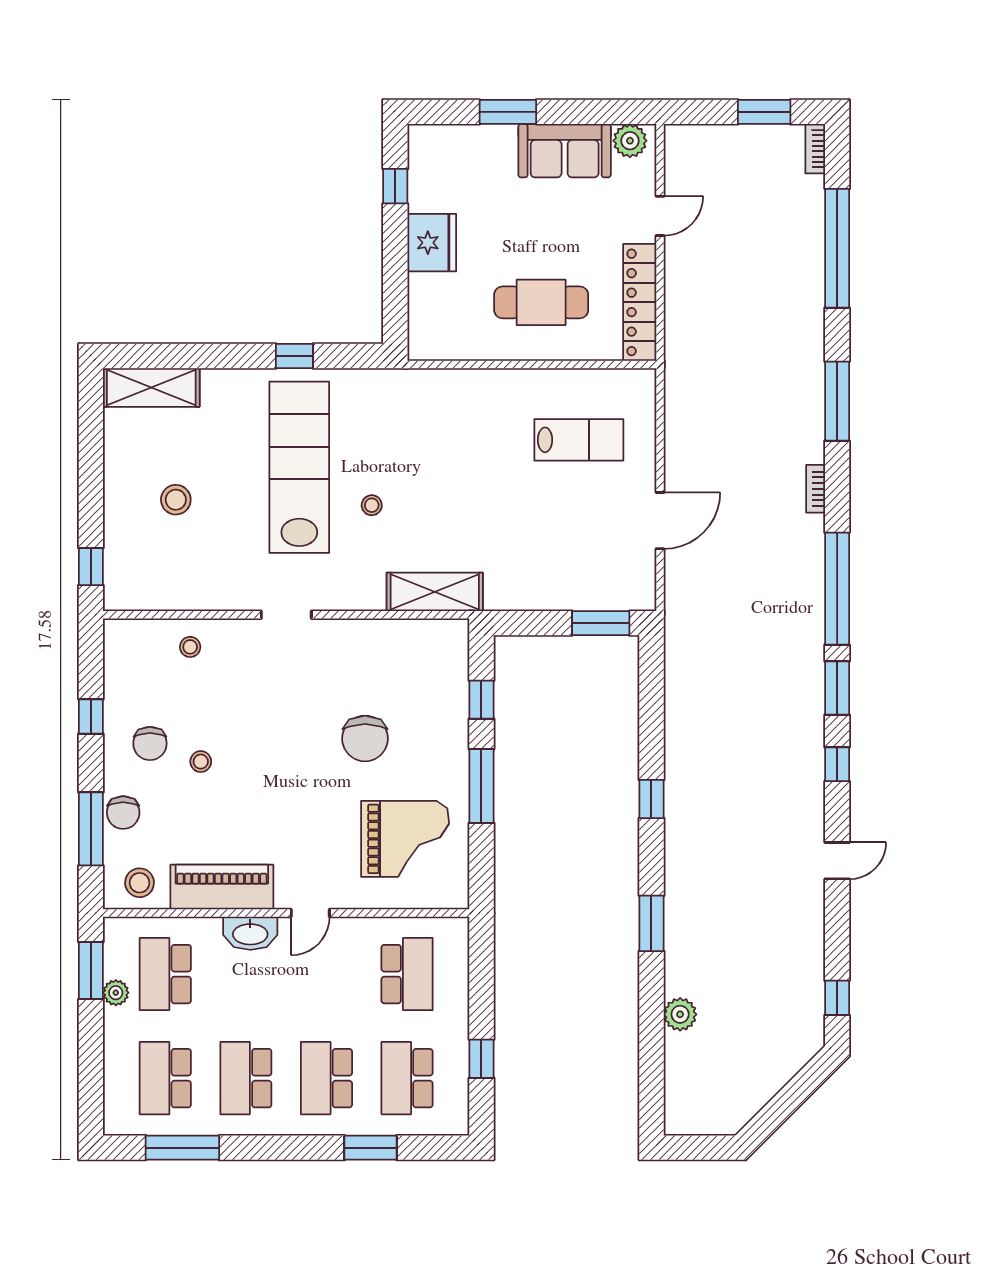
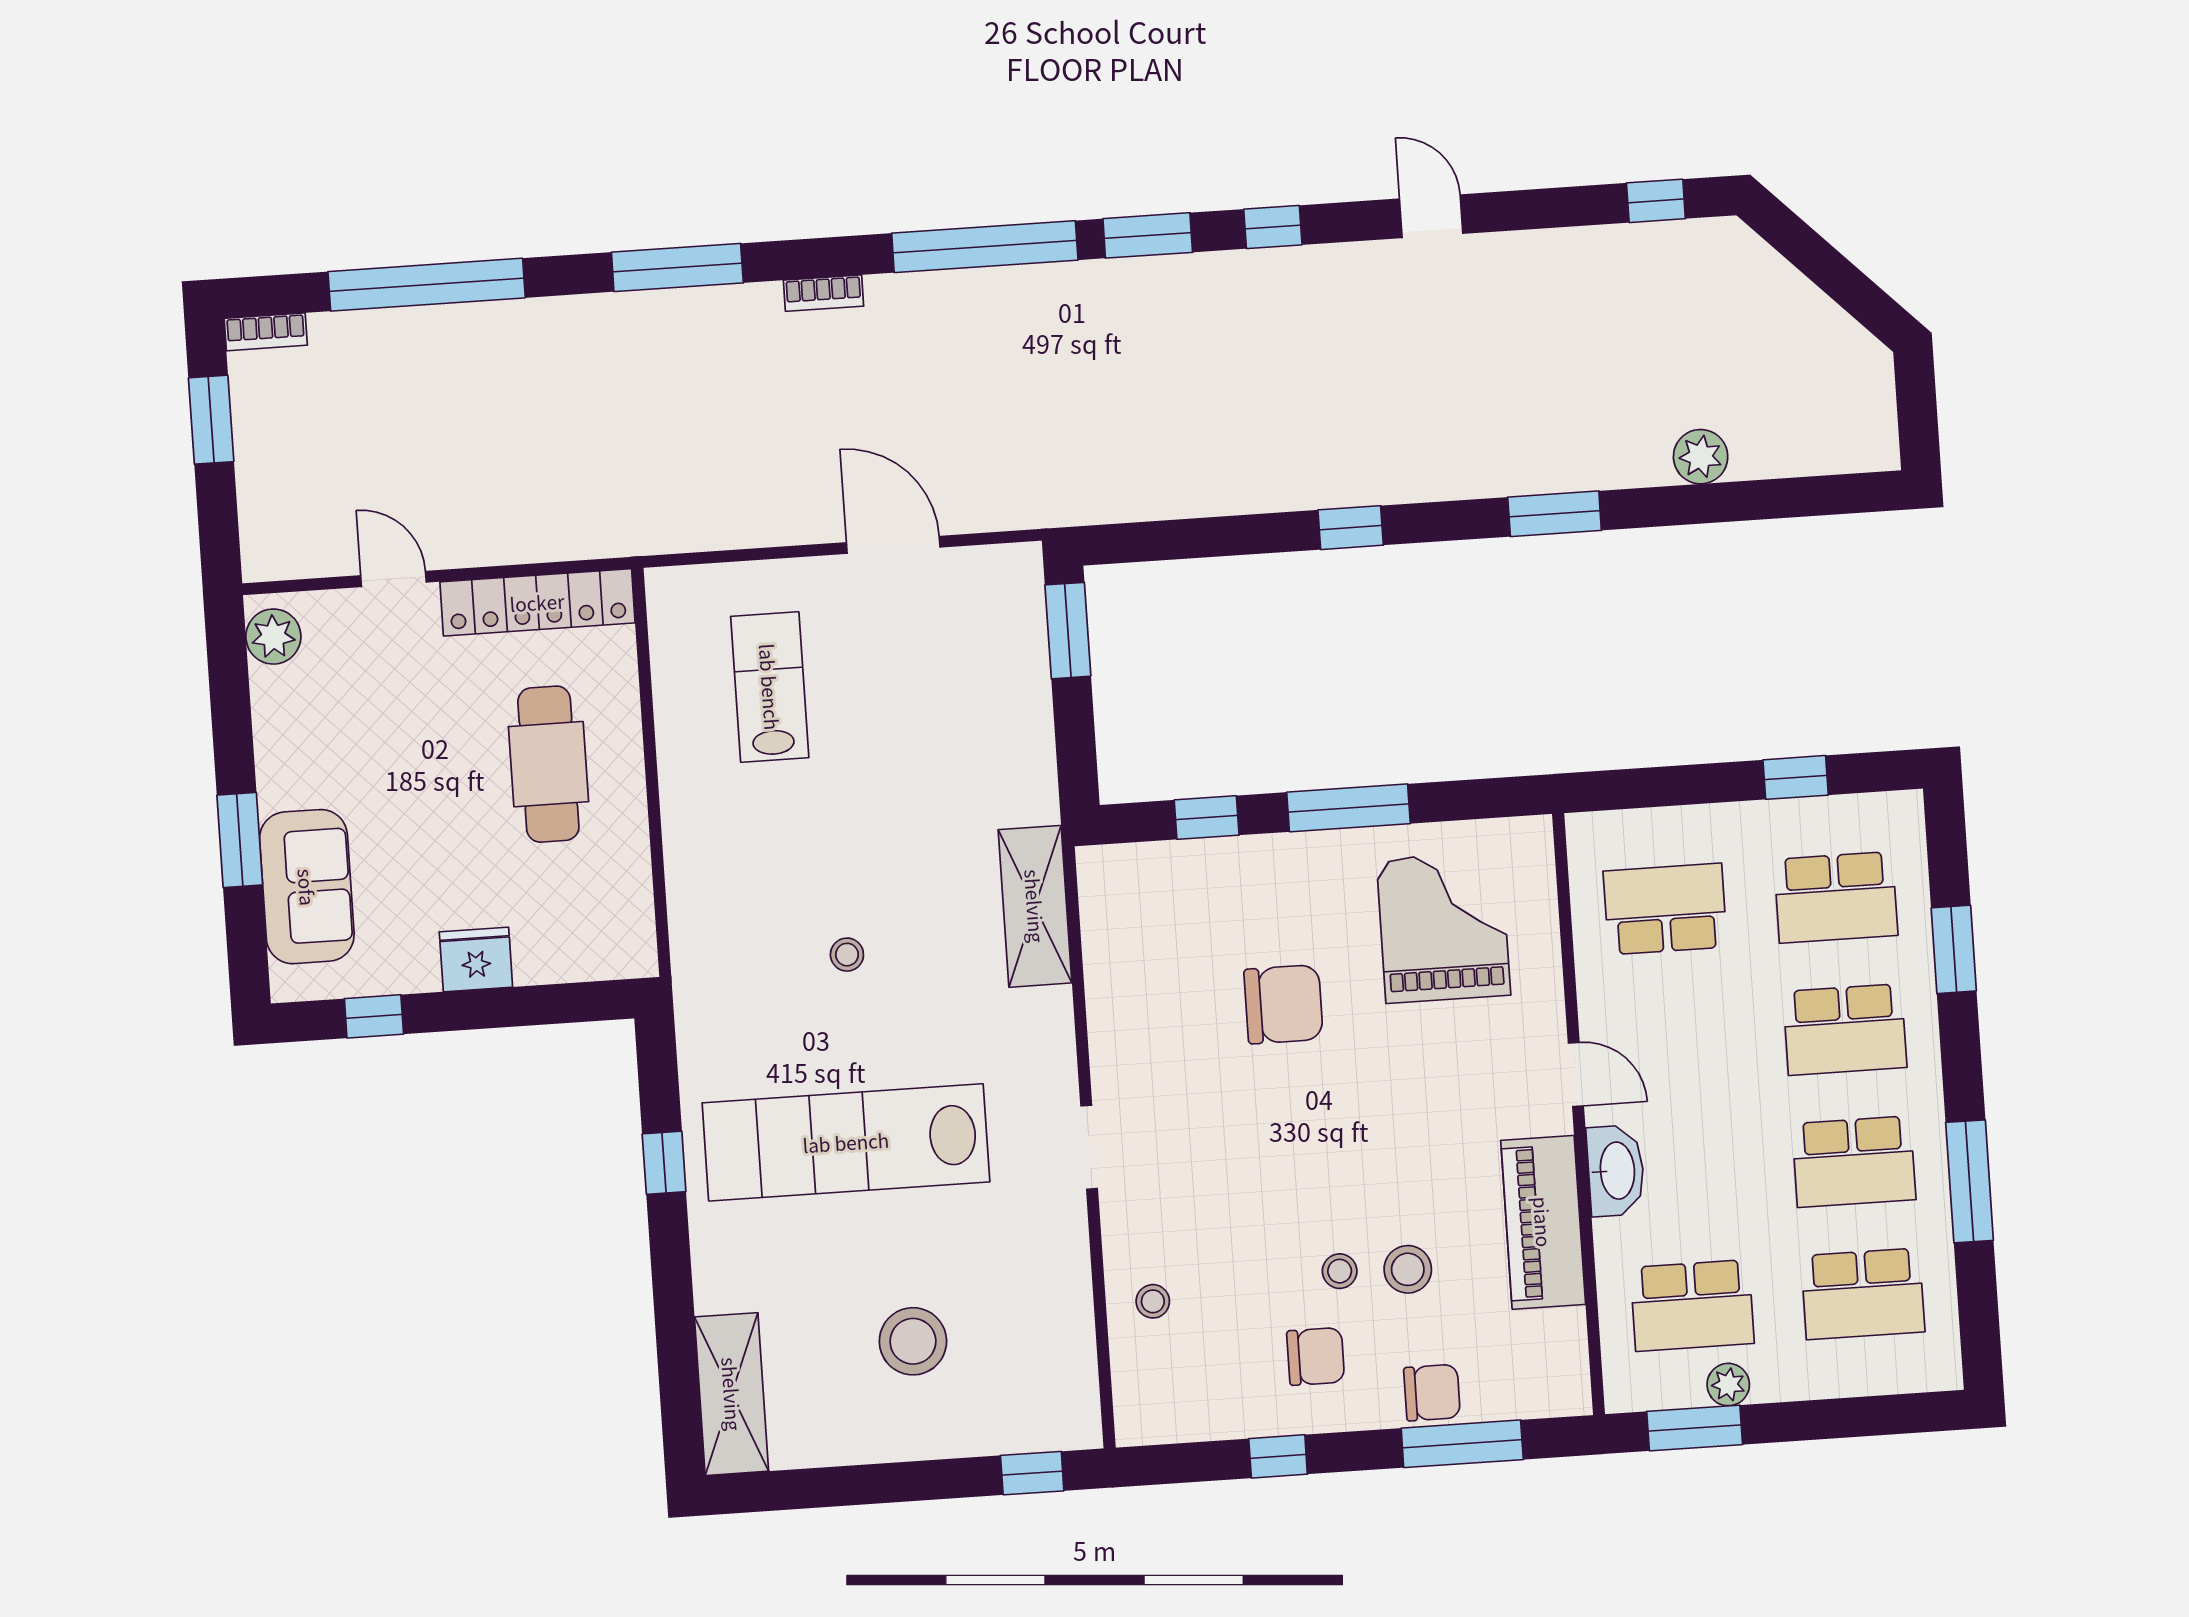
sofa: (565, 151) -> (307, 887), moved
fridge: (432, 243) -> (476, 960), width x0.73, depth x0.75
stool: (176, 500) -> (913, 1341), width x1.38, depth x1.38
stool: (372, 505) -> (847, 955), moved
stool: (140, 883) -> (1408, 1269), moved
window: (182, 1148) -> (1970, 1181), moved

